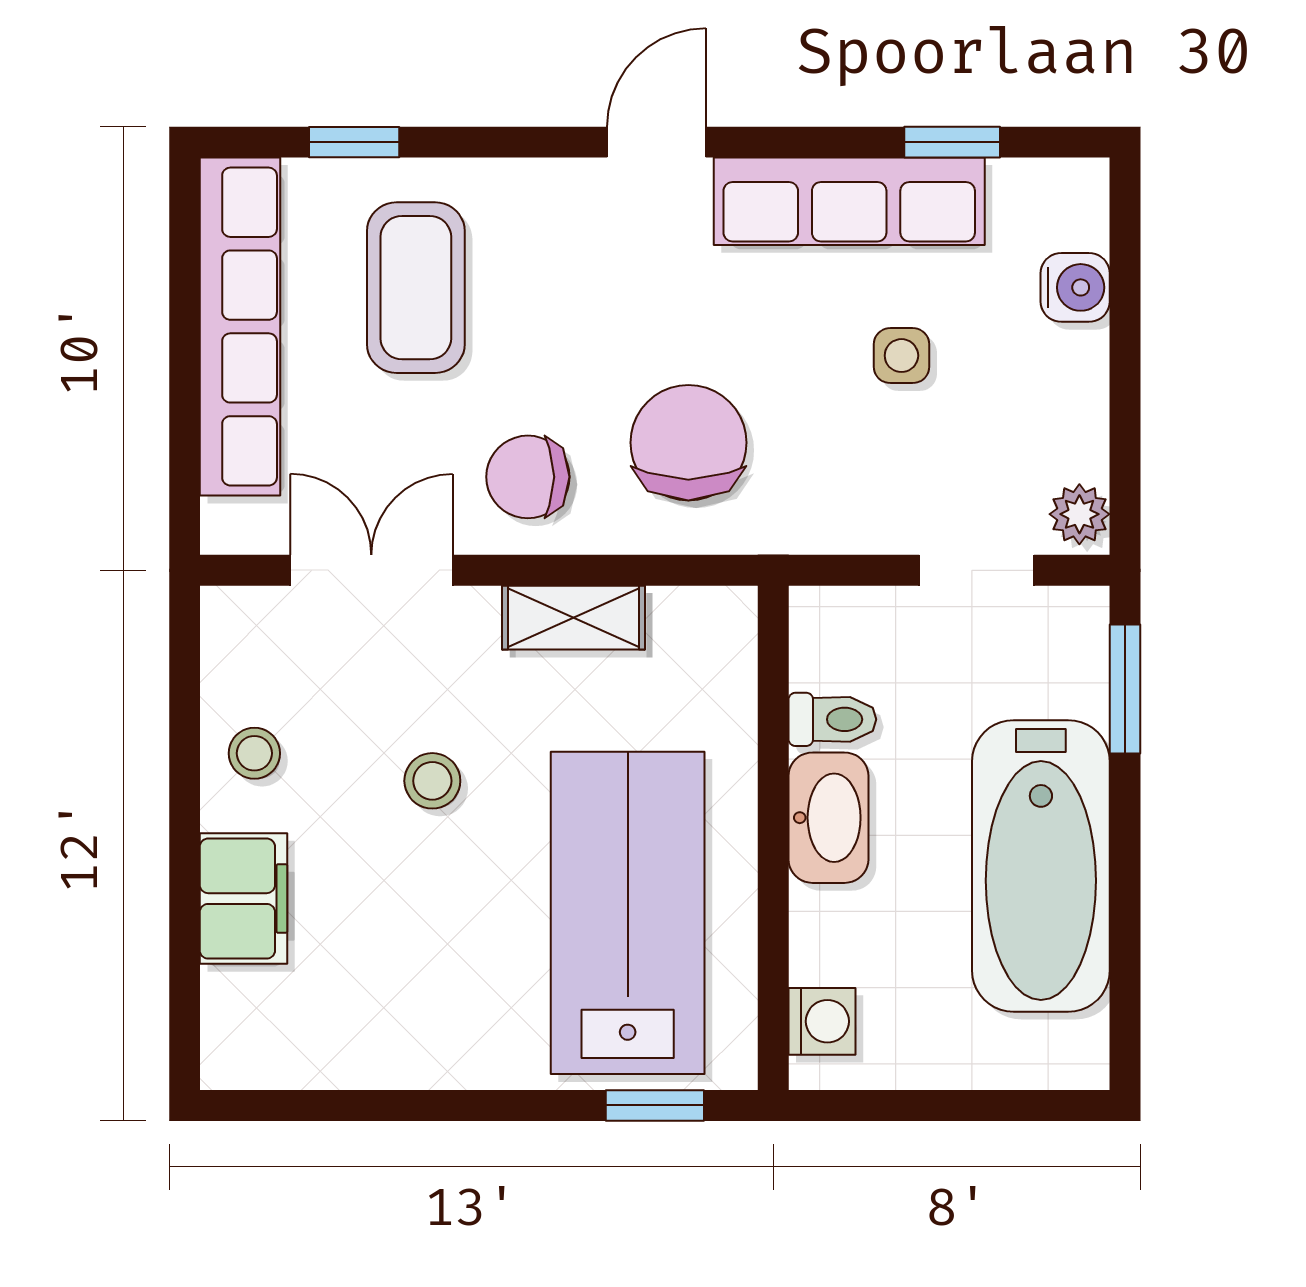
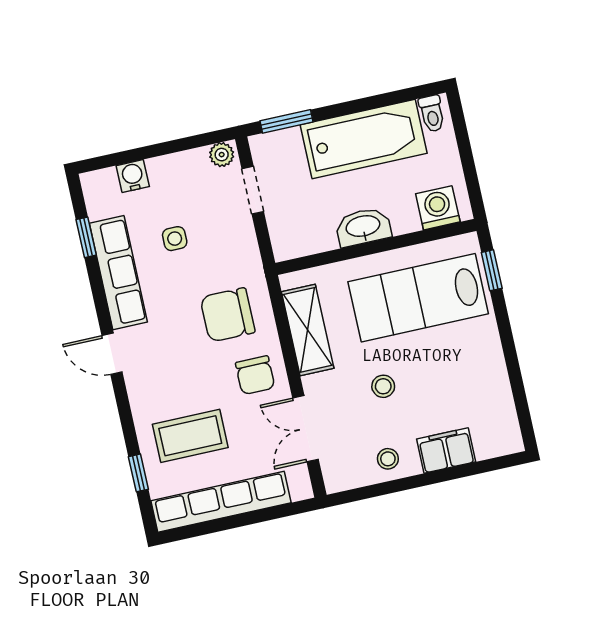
shelving: (573, 618) -> (308, 330), width x1.50, depth x1.33
toilet: (832, 719) -> (432, 114), moved, turned 180
washing machine: (822, 1021) -> (438, 208), width x1.38, depth x1.38

